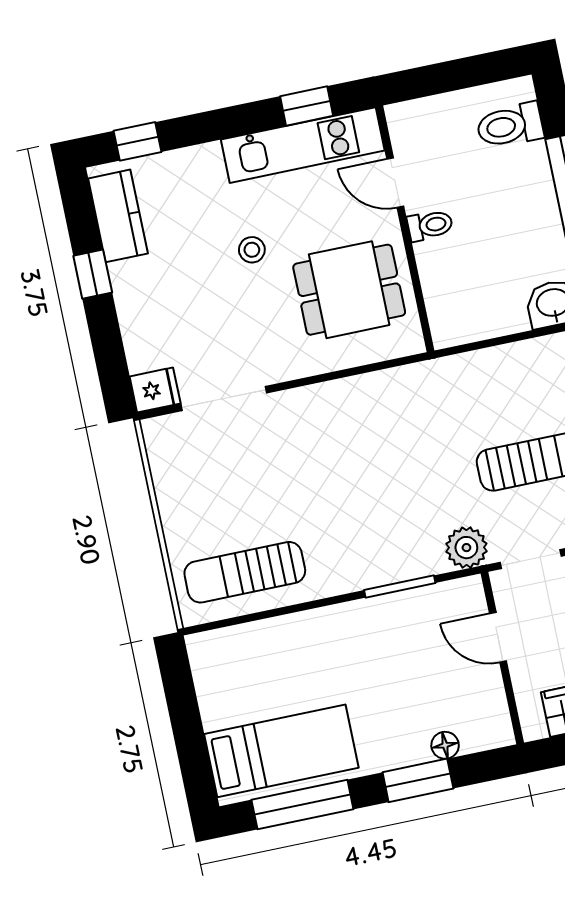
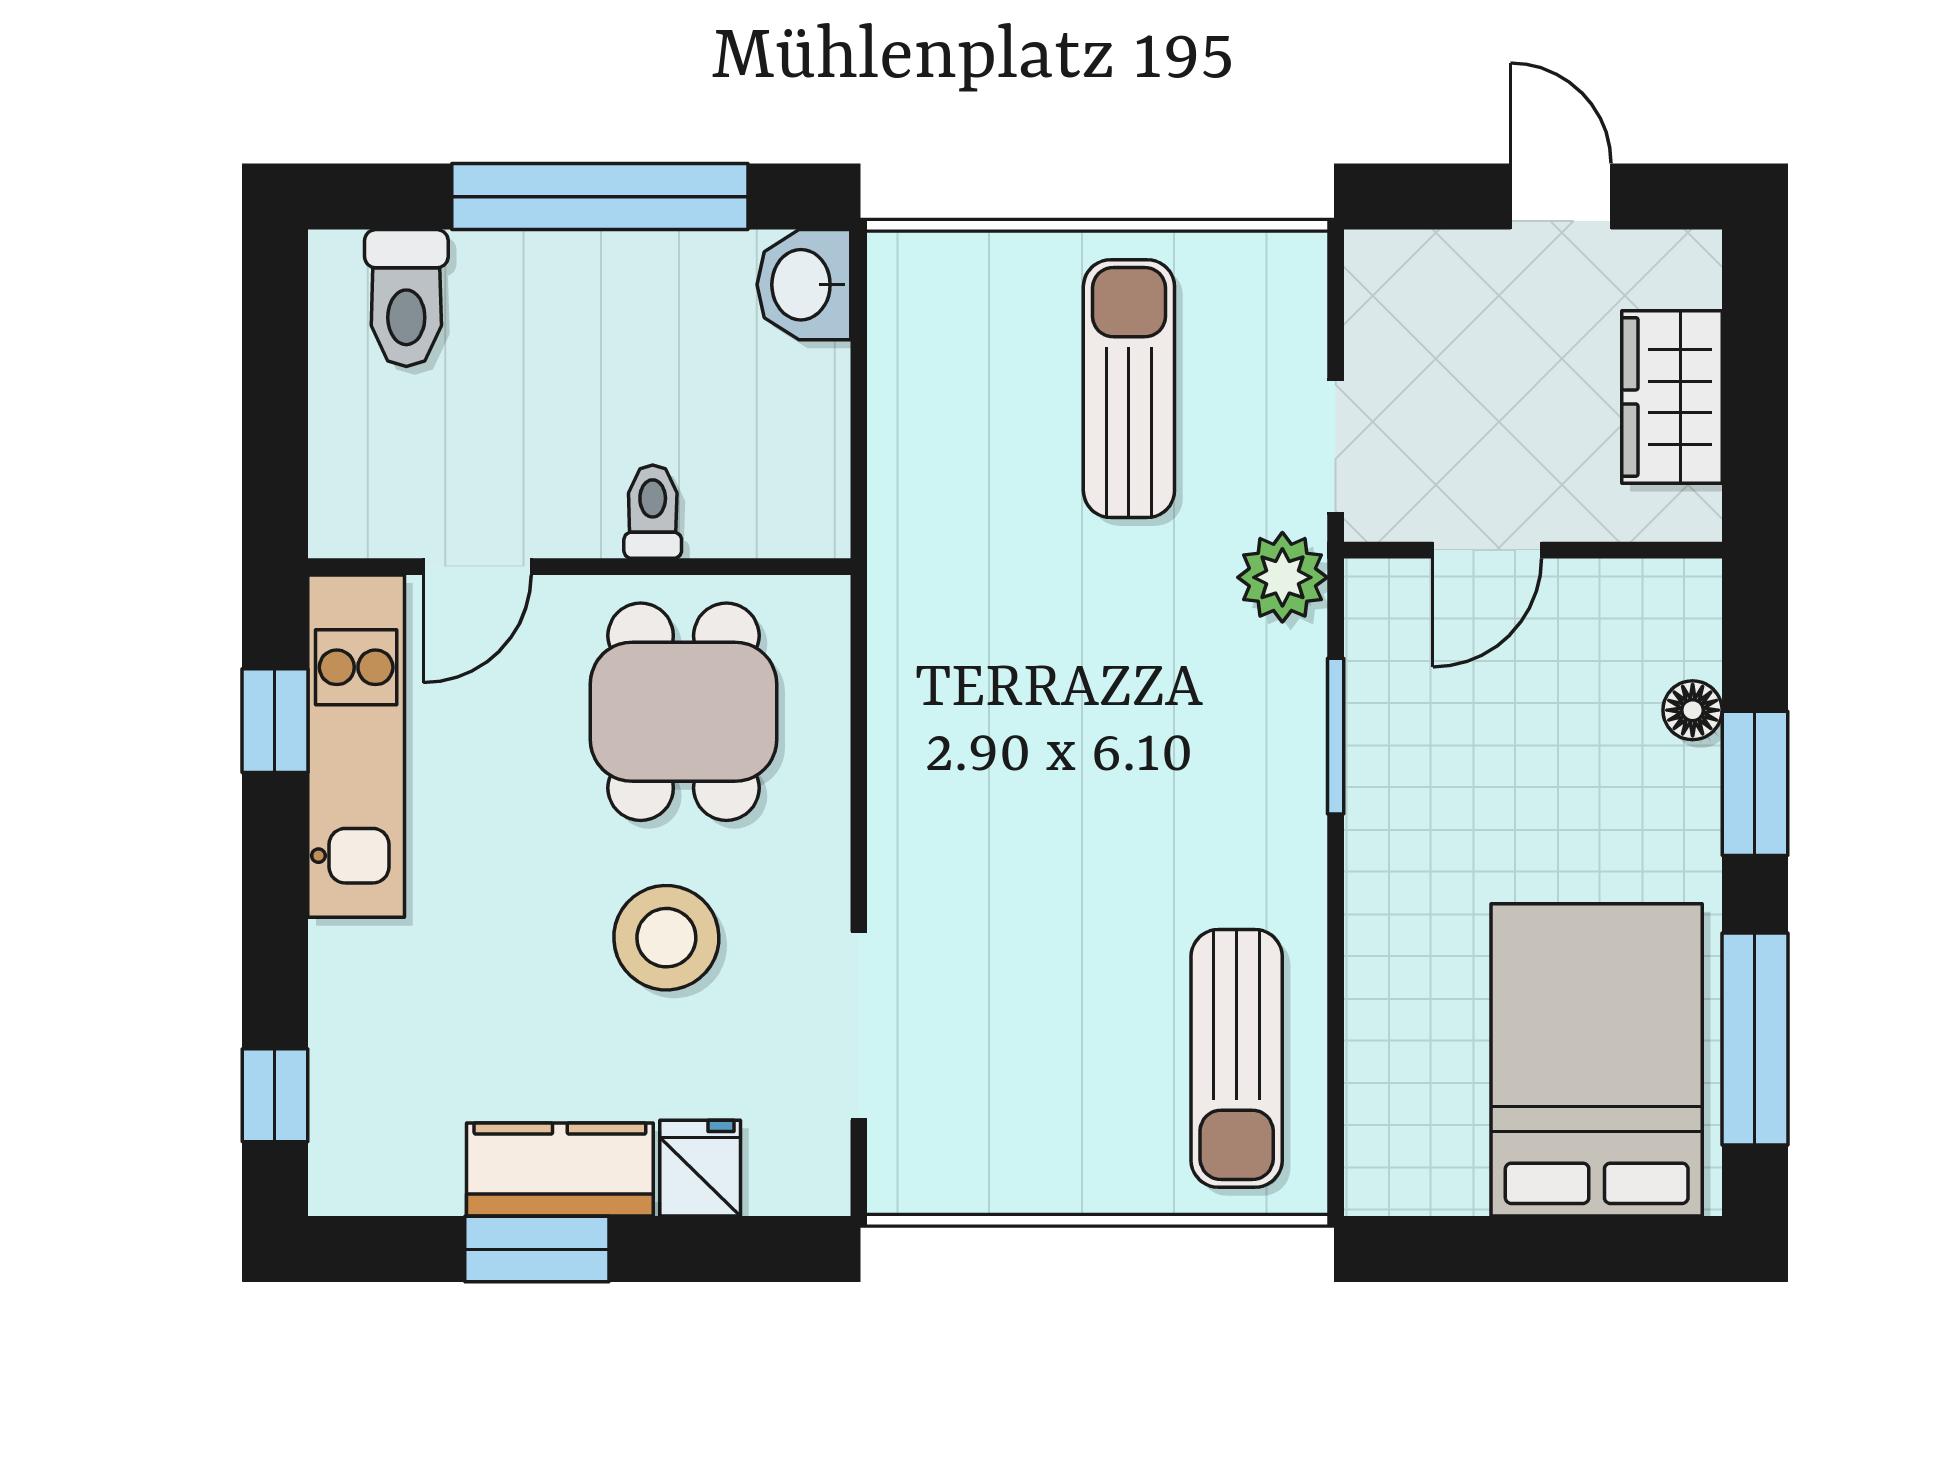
kitchen counter: (118, 216) -> (560, 1170), moved
toilet: (430, 225) -> (653, 512), moved
stool: (252, 250) -> (666, 938), moved, width x1.89, depth x1.89
window: (93, 274) -> (537, 1249), width x1.50
fridge: (155, 390) -> (700, 1168), moved
bed: (281, 751) -> (1597, 1060), width x1.50

